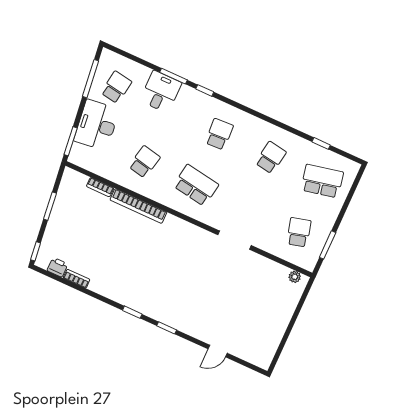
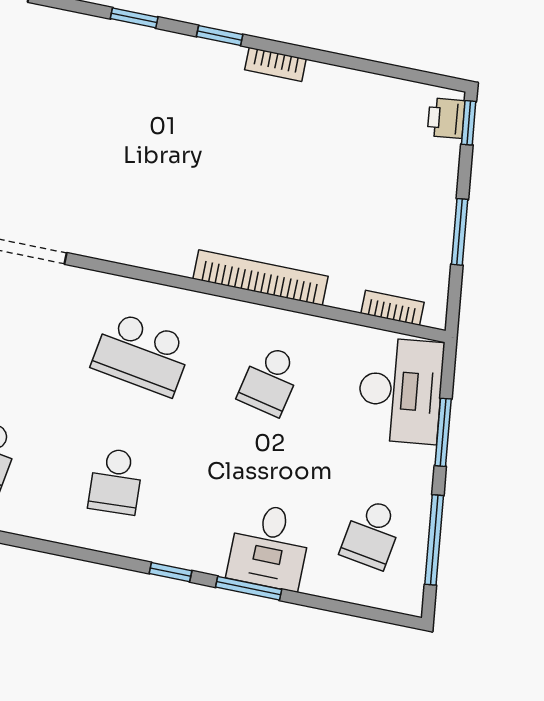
desk: (97, 125) -> (400, 391), moved
window: (71, 141) -> (443, 432), moved
bookcase: (100, 187) -> (393, 308), moved
printer: (57, 267) -> (446, 118), moved, turned 83
bookcase: (77, 279) -> (275, 64), moved

